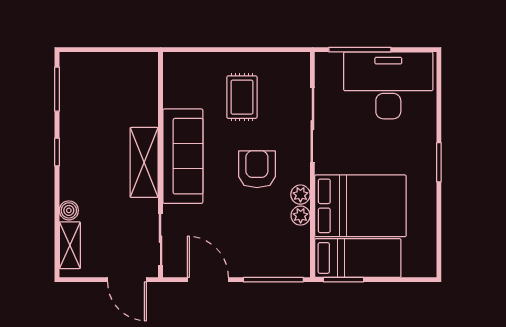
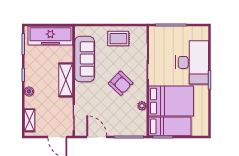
freezer: (113, 71) -> (50, 36), added
desk: (388, 85) -> (192, 62), moved, turned 90
rug: (242, 97) -> (118, 39), moved, turned 90
sofa: (183, 156) -> (85, 59), moved
armchair: (257, 169) -> (121, 83), turned 134
plant: (300, 195) -> (142, 96), removed
boiler: (69, 210) -> (29, 91), moved

